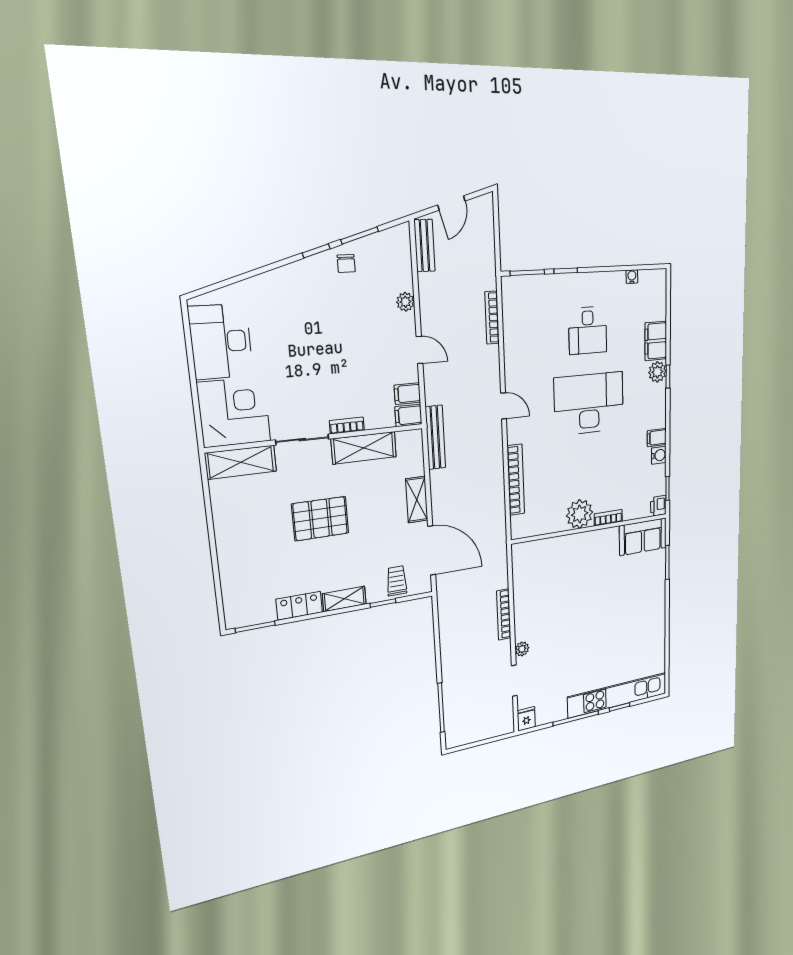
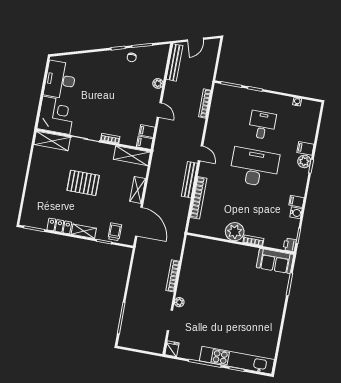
bench: (425, 246) -> (175, 62), width x1.36
desk: (588, 330) -> (262, 125), turned 180
filing cabinet: (656, 341) -> (305, 148), width x0.50
bench: (435, 437) -> (189, 180), moved
shelving: (364, 448) -> (132, 156), moved

